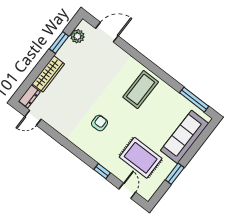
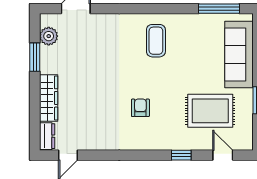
coffee table: (141, 89) -> (156, 41), width x0.73, depth x0.76

